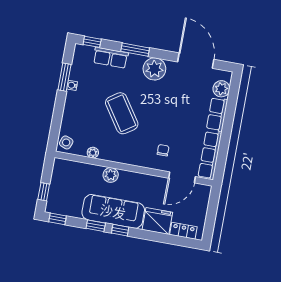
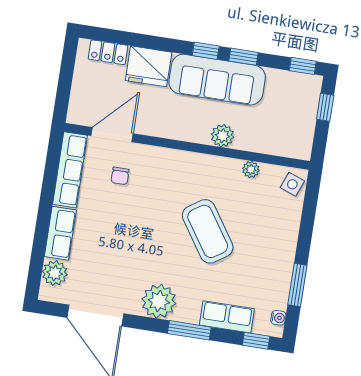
water cooler: (72, 85) -> (278, 318), moved
chair: (163, 150) -> (120, 176), moved

